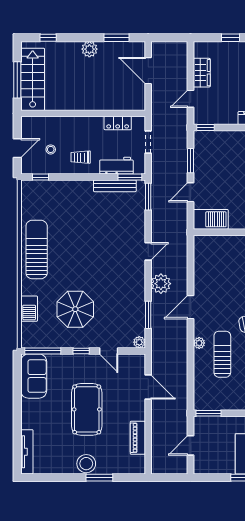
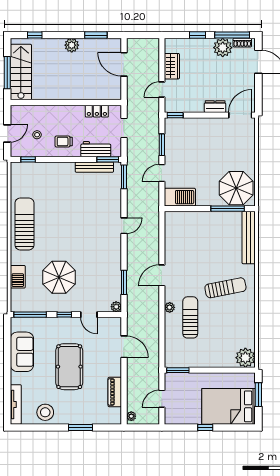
plant: (161, 284) -> (131, 416), moved, width x0.53, depth x0.53
sofa: (34, 376) -> (22, 352), moved
stool: (86, 464) -> (45, 412), moved

